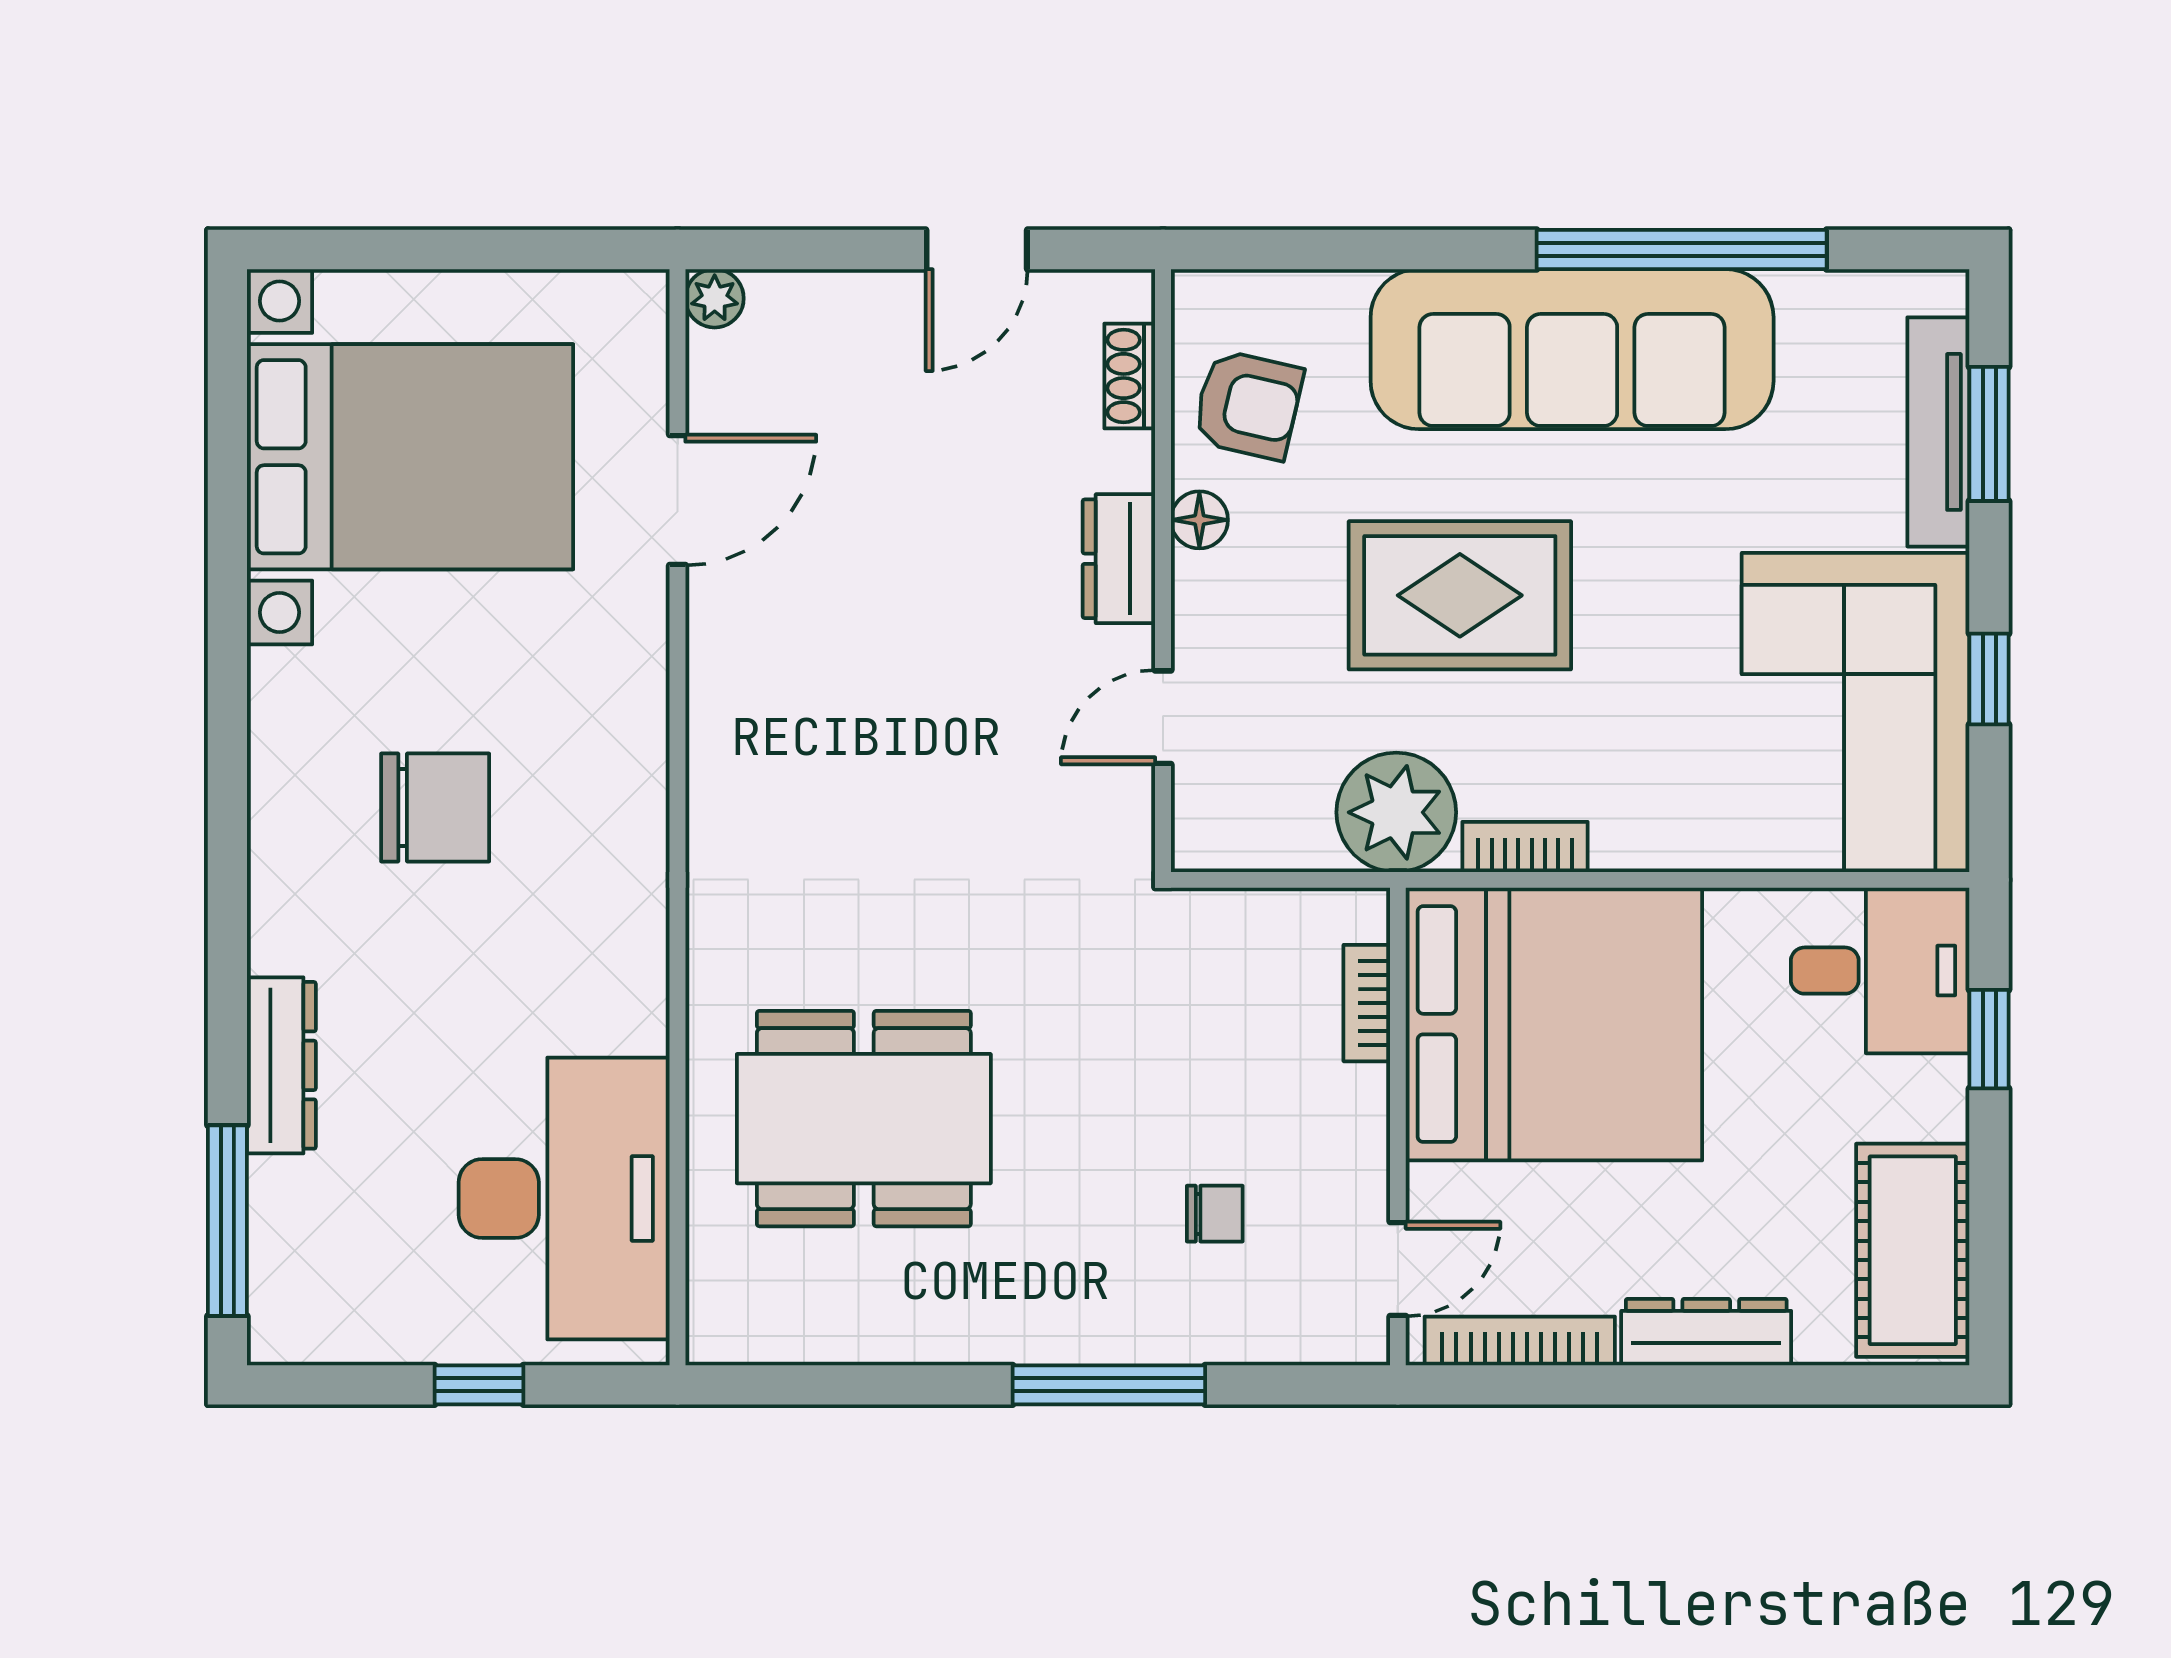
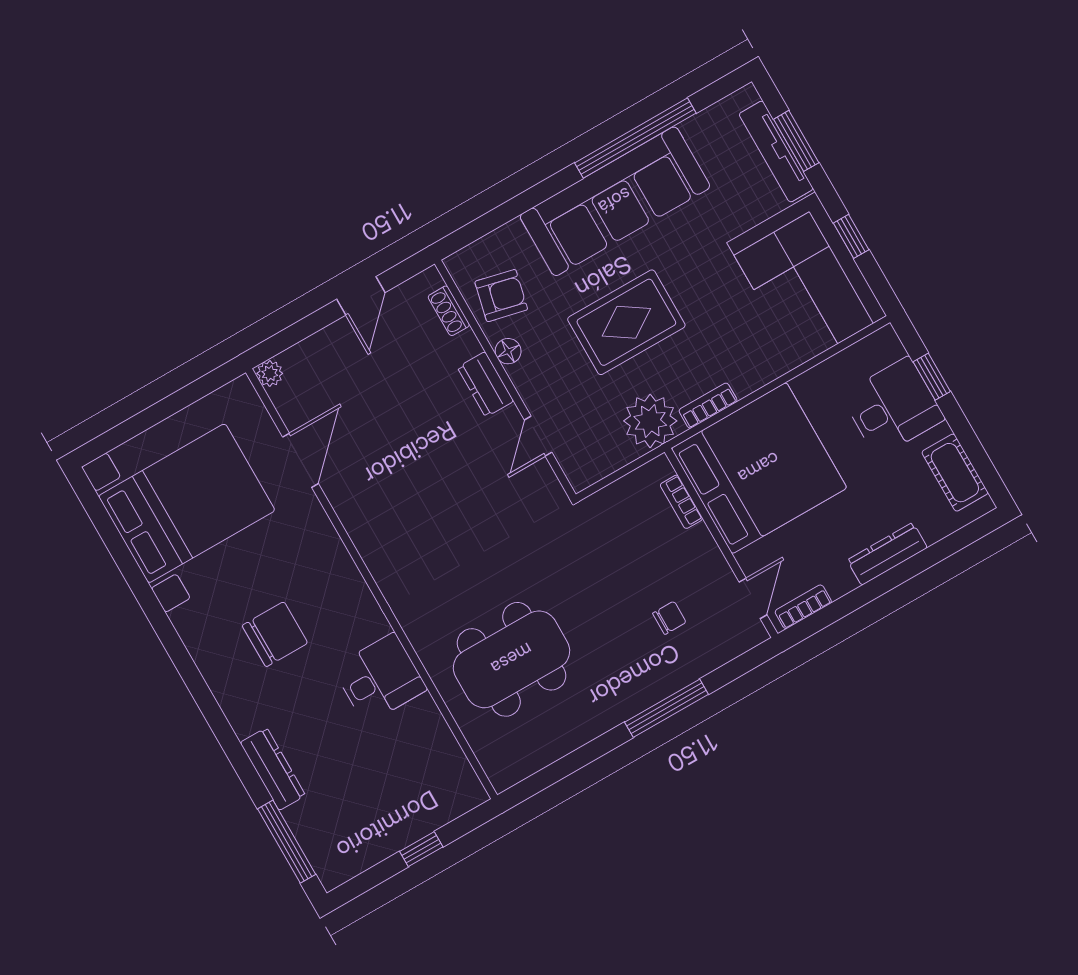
desk: (1880, 971) -> (893, 407), moved
desk: (564, 1199) -> (380, 678), moved, width x0.53, depth x0.77
cot: (1913, 1250) -> (955, 473), width x0.73, depth x0.75
bookcase: (1520, 1341) -> (803, 607), width x0.64

